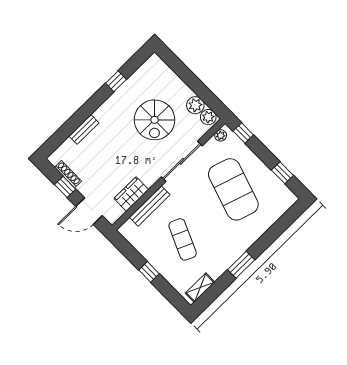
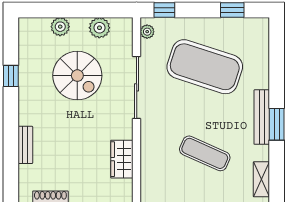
plant: (208, 117) -> (60, 27), moved
bench: (150, 206) -> (262, 117), moved

